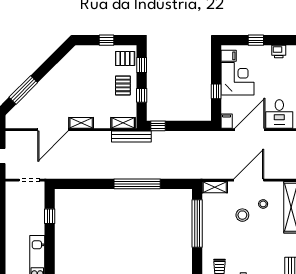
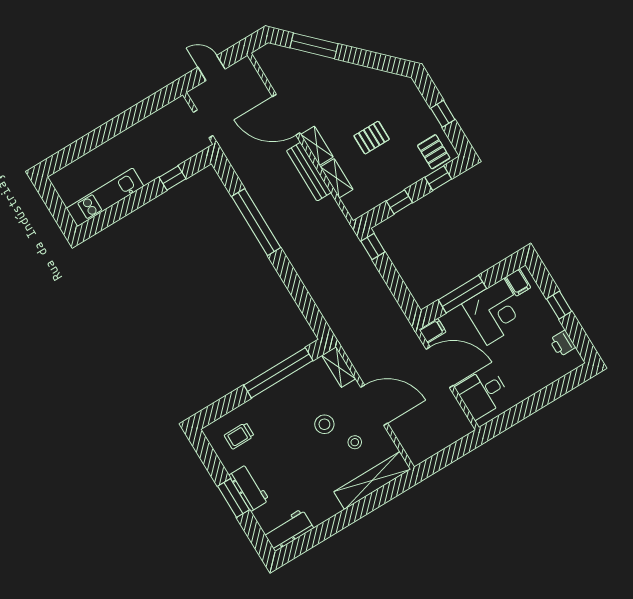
pallet: (123, 85) -> (372, 138), moved
window: (216, 91) -> (462, 294), width x2.17
shelving: (123, 123) -> (337, 178), moved
bench: (131, 136) -> (309, 172), moved
window: (137, 184) -> (256, 222), moved

